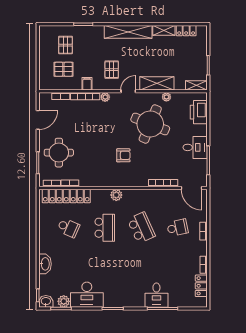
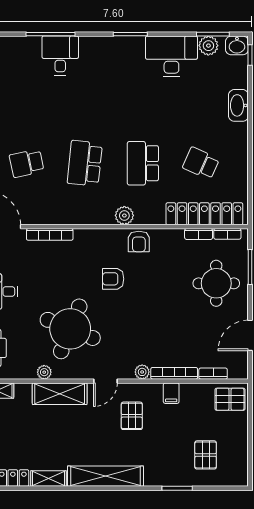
pallet: (63, 69) -> (230, 399), moved
armchair: (107, 179) -> (139, 241), added
school desk: (141, 228) -> (85, 163), turned 30

